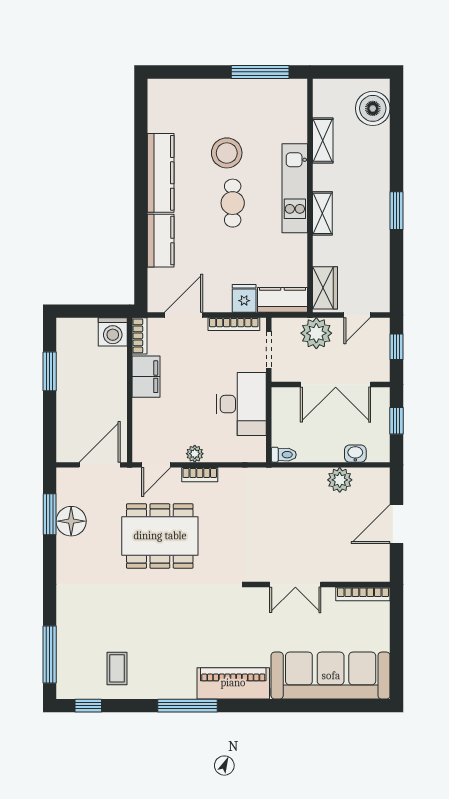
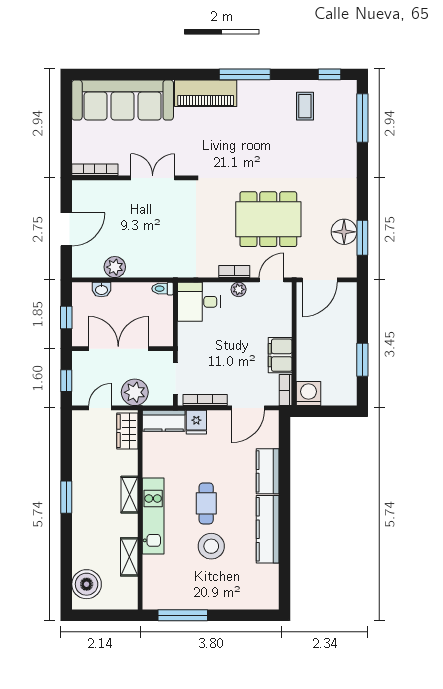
desk: (241, 404) -> (199, 302), moved, width x0.73

